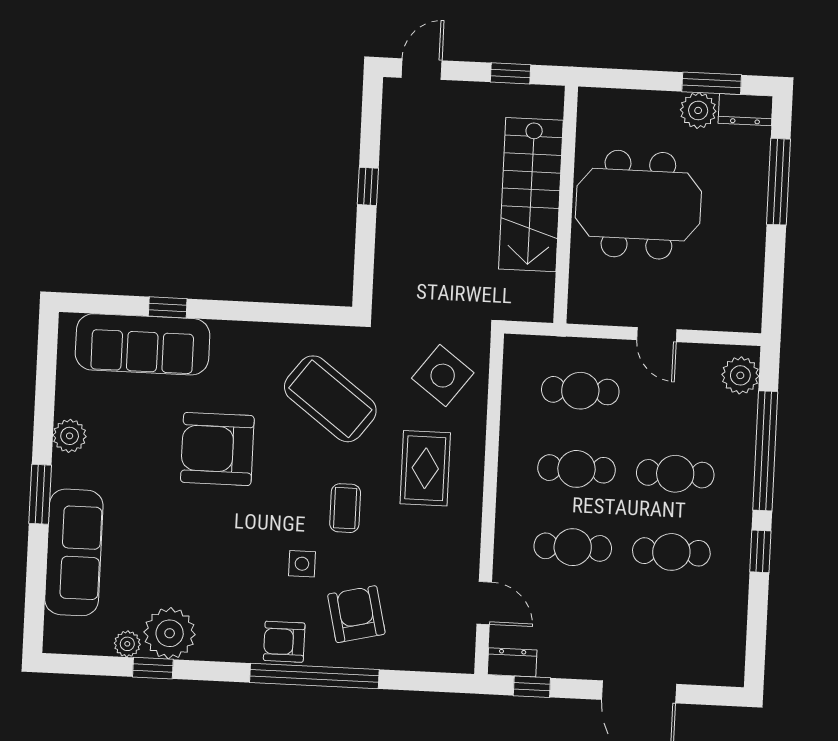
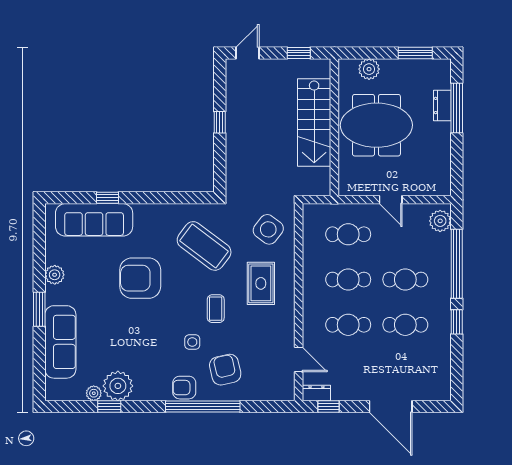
plant: (698, 110) -> (369, 69), moved
dresser: (746, 110) -> (442, 105), moved, turned 90

